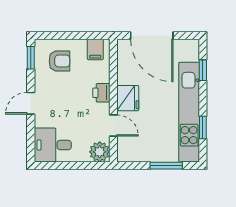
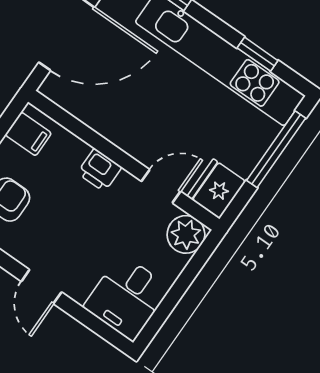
fridge: (128, 98) -> (216, 189), moved, turned -90
window: (166, 166) -> (276, 149), width x1.44

